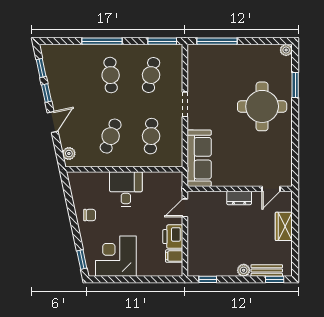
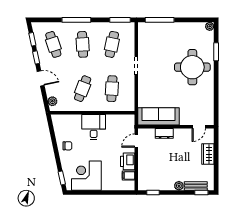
cafe table: (70, 75) -> (53, 44), added
door: (53, 122) -> (41, 78), hinge flipped
sofa: (199, 158) -> (159, 116), moved, turned -90
dresser: (239, 198) -> (164, 133), moved

